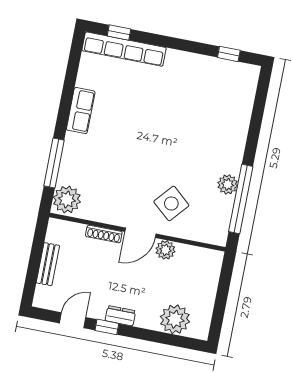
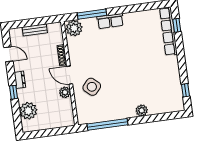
row of seats: (81, 111) -> (110, 21), moved
plant: (228, 184) -> (142, 110), moved
window: (107, 327) -> (14, 92), moved

